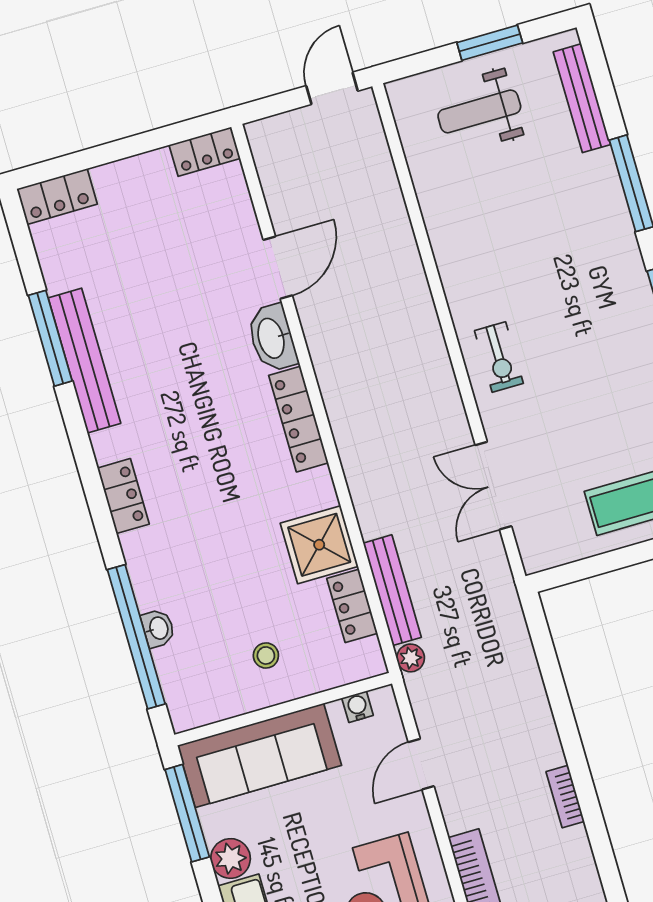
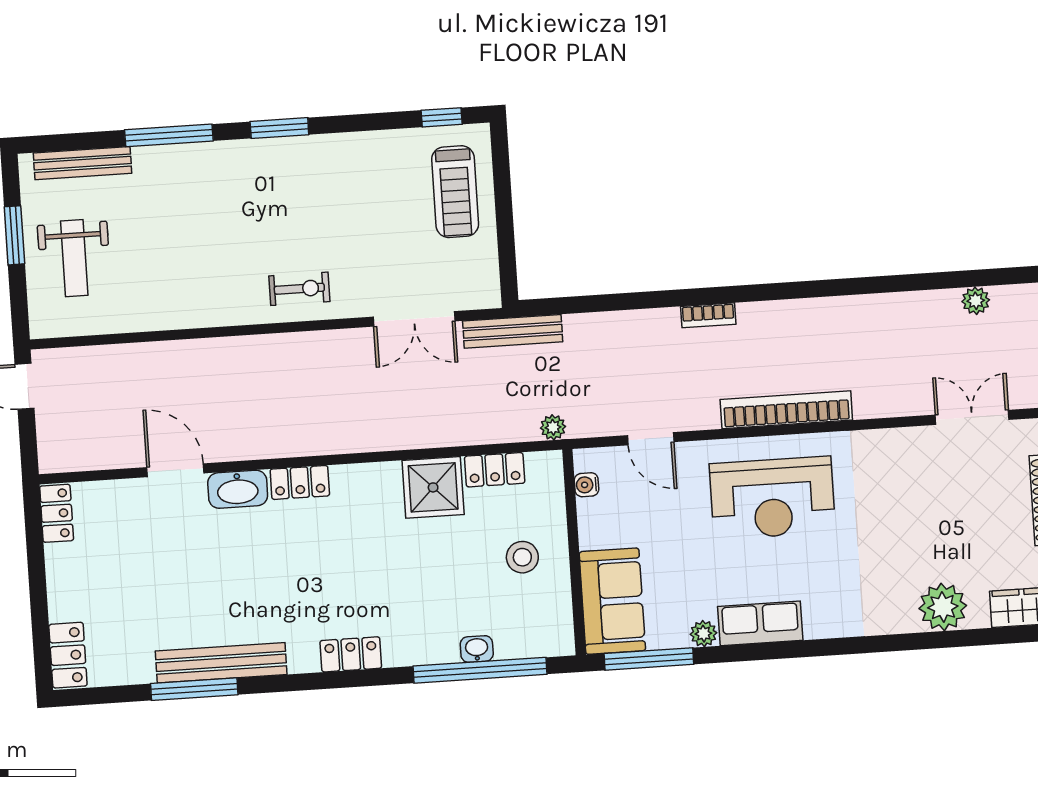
locker: (298, 419) -> (300, 482), width x0.66
bench: (392, 590) -> (513, 331), moved
stool: (266, 655) -> (522, 557), width x1.37, depth x1.37
sofa: (259, 755) -> (612, 601), width x0.73
plant: (230, 858) -> (703, 634), width x0.73, depth x0.73

